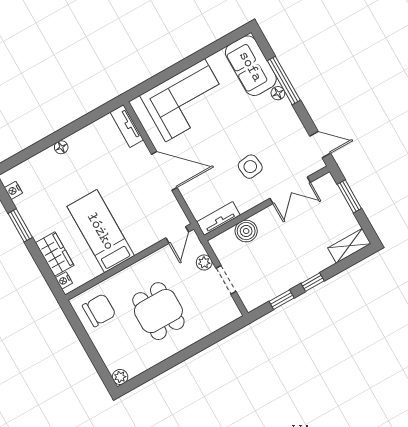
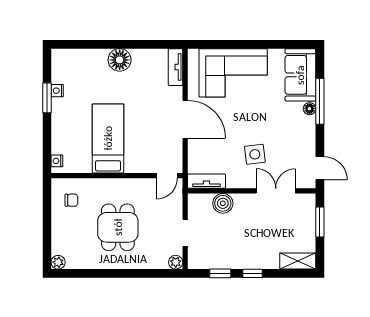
floor lamp: (61, 147) -> (120, 60), width x1.89, depth x1.89
nightstand: (13, 190) -> (57, 91), moved
double door: (290, 190) -> (276, 191), swing flipped
wardrobe: (55, 254) -> (61, 136), removed
plant: (204, 262) -> (176, 262), moved
chair: (99, 310) -> (71, 200), width x0.54, depth x0.54

